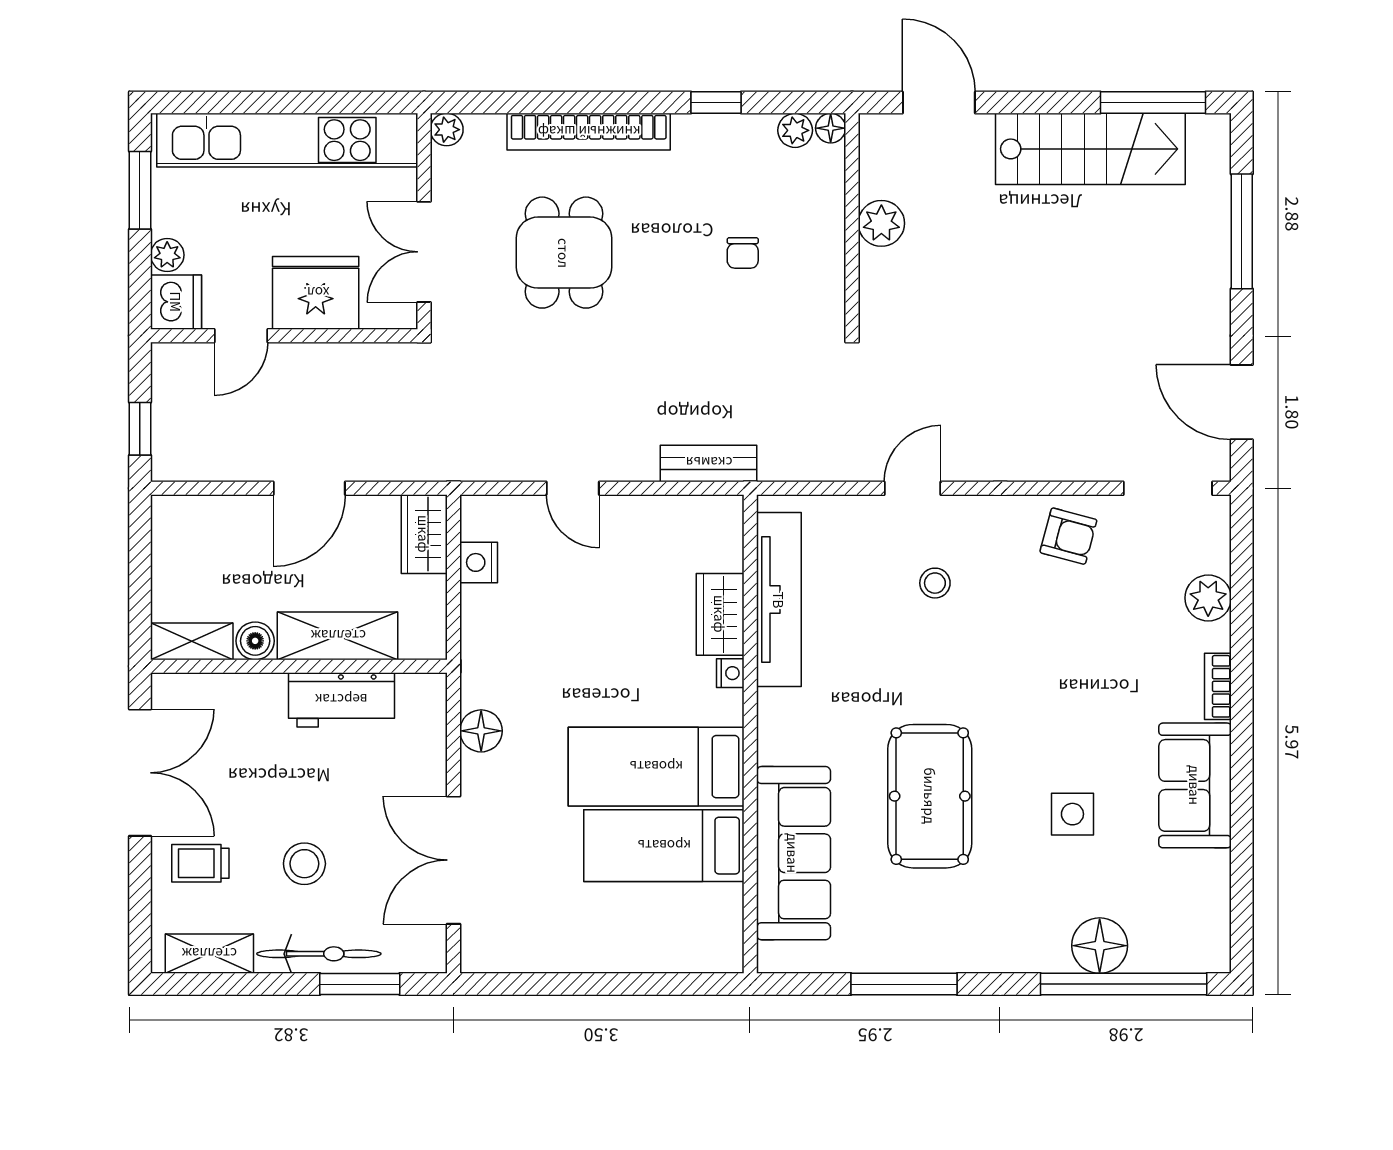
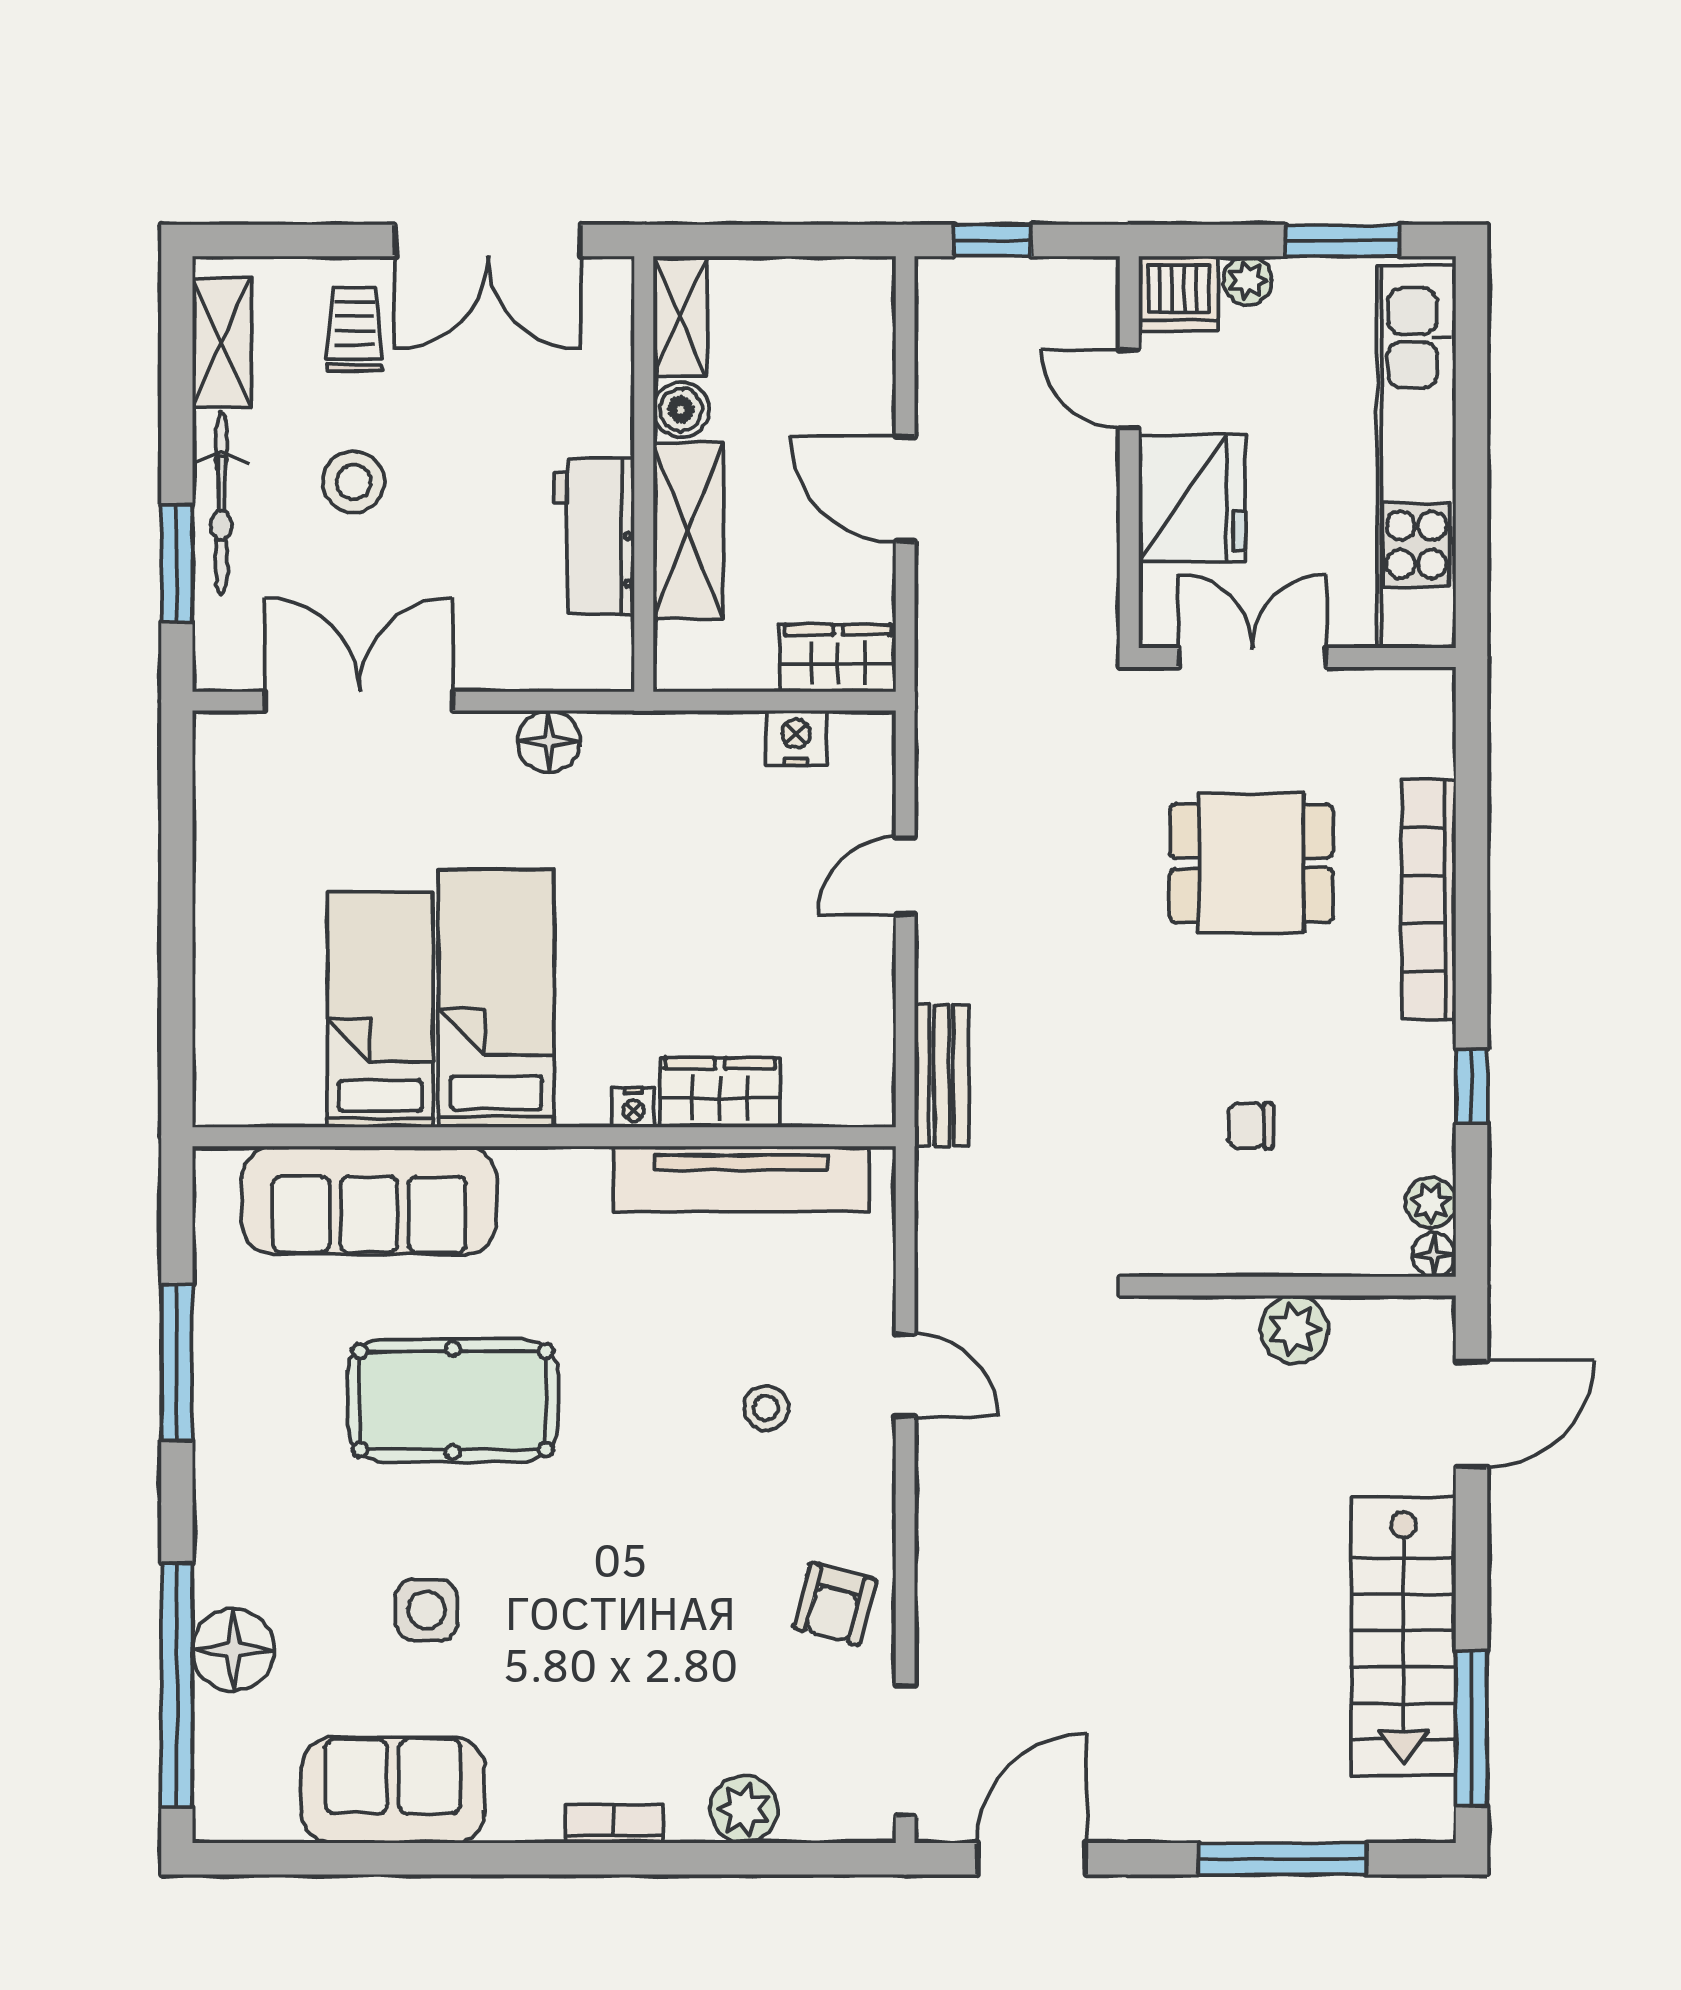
plant: (447, 130) -> (1432, 691), removed
sofa: (1195, 785) -> (393, 1790), moved

